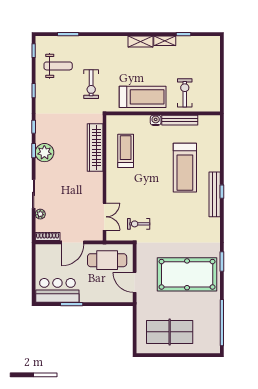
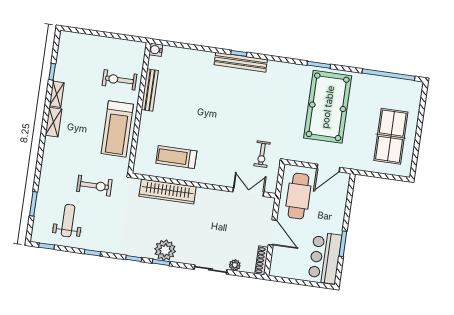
treadmill: (143, 97) -> (117, 129), turned 180
water cooler: (156, 120) -> (156, 50), moved
treadmill: (185, 168) -> (205, 92), removed

